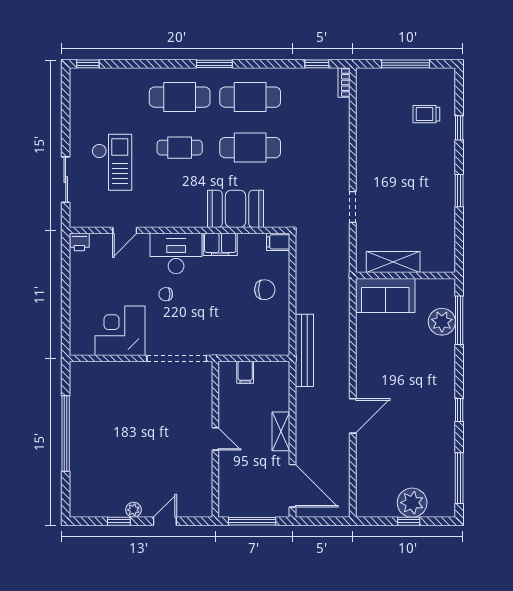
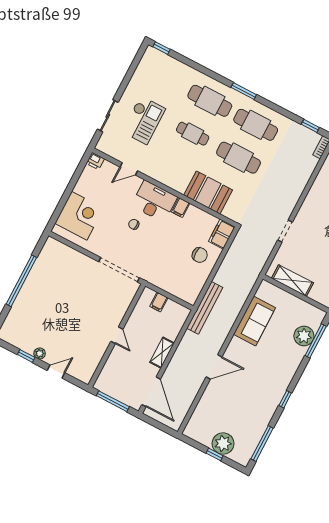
filing cabinet: (278, 242) -> (222, 234), width x2.00
filing cabinet: (220, 244) -> (181, 208), width x0.50
sofa: (385, 295) -> (255, 321), moved, turned -90
corner desk: (120, 331) -> (79, 216), moved, turned 90

